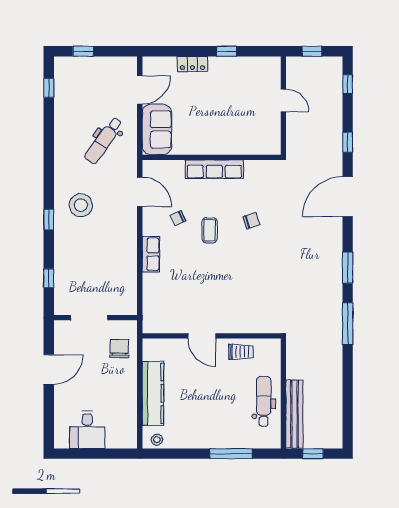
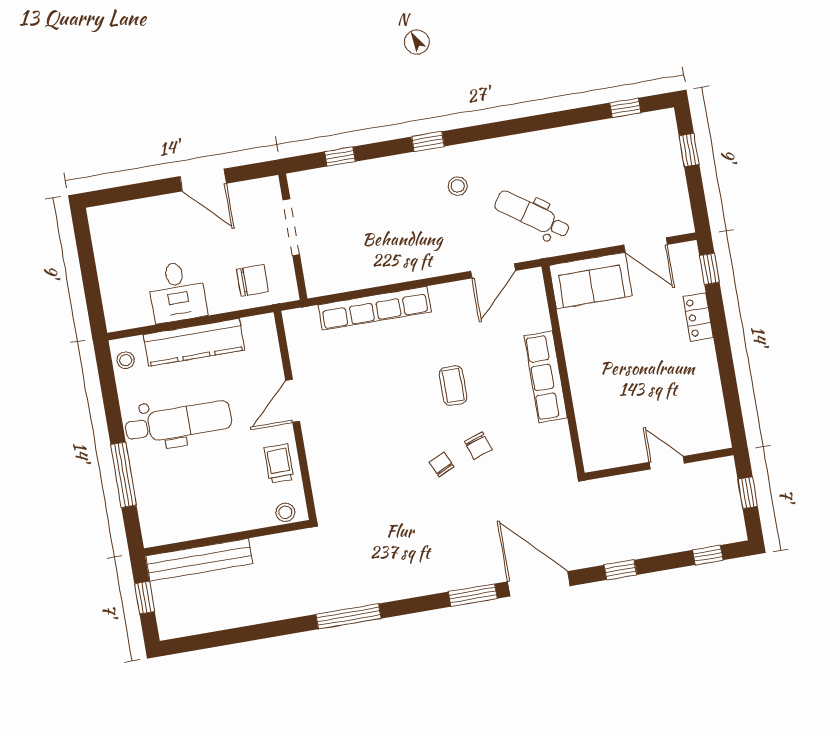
window: (227, 51) -> (709, 269), moved
door: (283, 100) -> (667, 463), swing flipped
dental chair: (104, 141) -> (532, 215), moved
stool: (81, 205) -> (458, 186), width x0.53, depth x0.53
chair: (178, 218) -> (442, 464), moved
coffee table: (210, 230) -> (453, 386), turned 90
row of seats: (151, 254) -> (375, 308), width x2.02
window: (348, 268) -> (473, 595), moved
trolley: (241, 352) -> (279, 463), turned 180
stool: (273, 353) -> (285, 512), added
dental chair: (264, 401) -> (178, 422), moved, width x1.36, depth x1.38
desk: (87, 430) -> (177, 292), moved, turned -90

